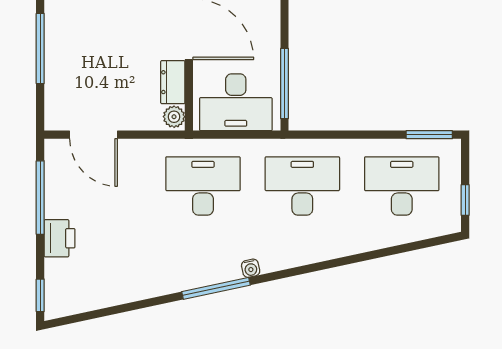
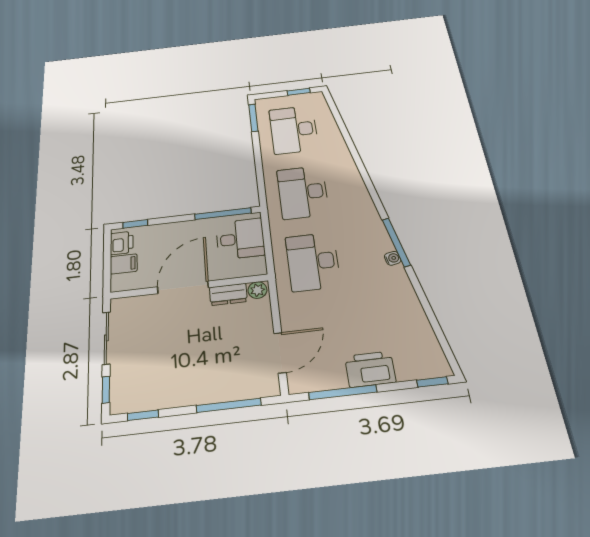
window: (40, 49) -> (229, 405), moved
desk: (236, 102) -> (240, 239), width x0.73
printer: (60, 238) -> (370, 369), width x1.37, depth x1.19
water cooler: (251, 268) -> (393, 258), moved

